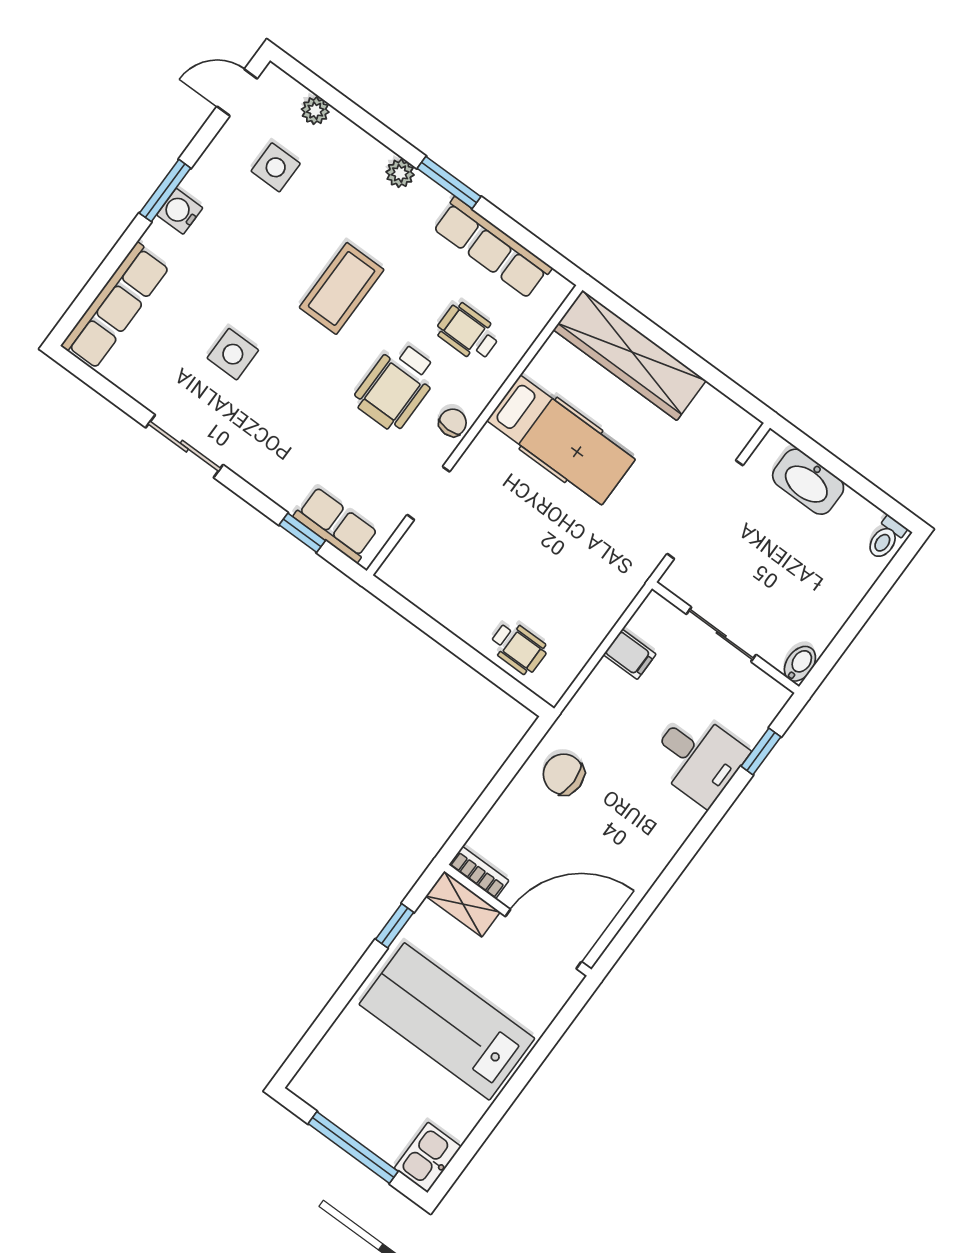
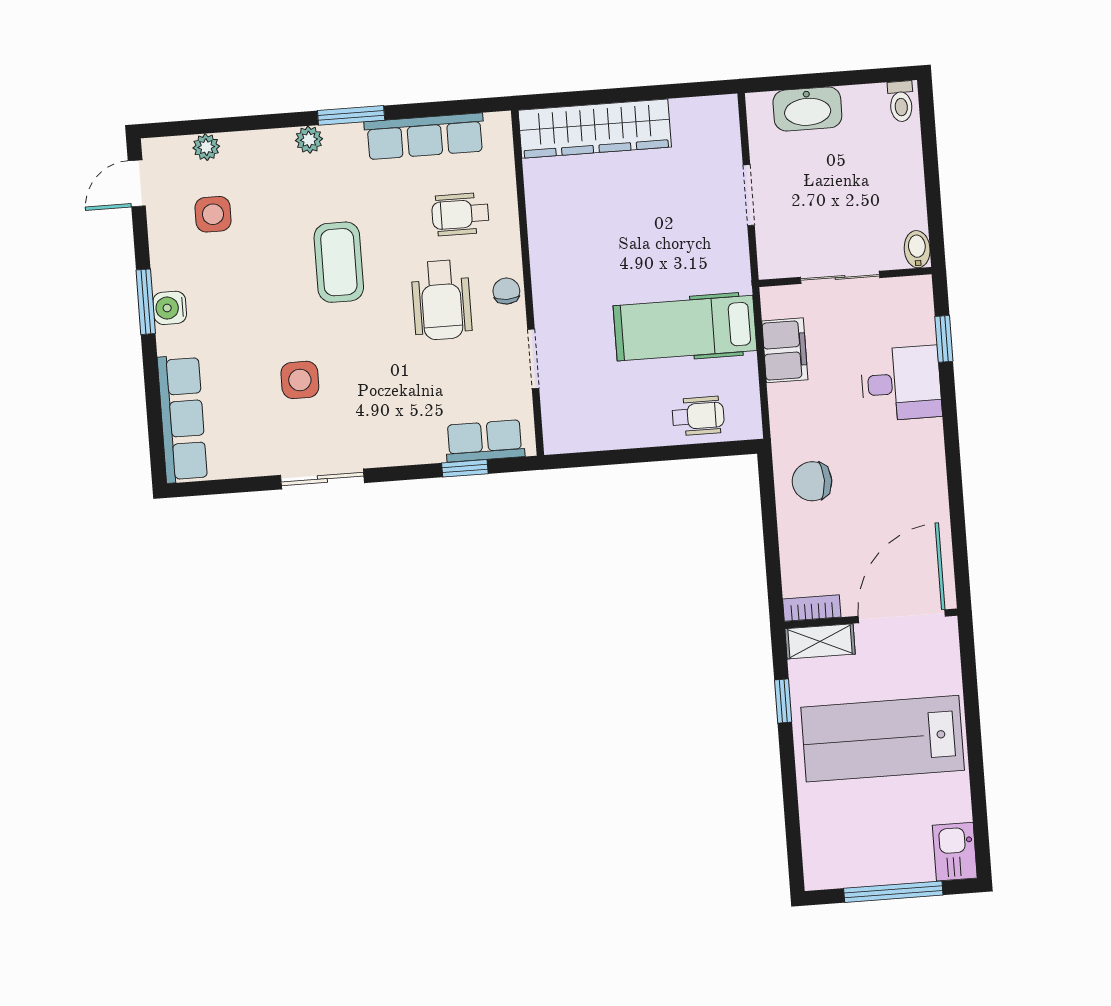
hospital bed: (561, 440) -> (685, 328), moved, turned 180
doorway: (705, 510) -> (749, 195), width x0.53
filing cabinet: (630, 654) -> (785, 350), width x2.00

